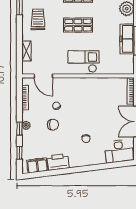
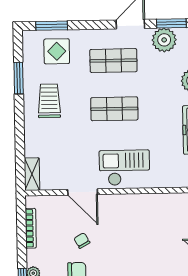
shelving: (27, 51) -> (32, 174), moved
door: (43, 76) -> (83, 192), moved

